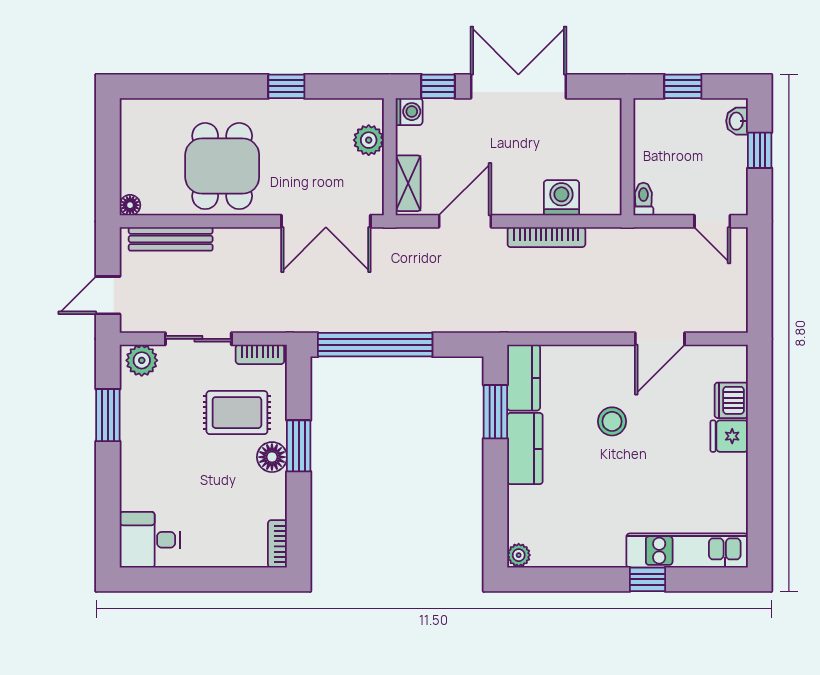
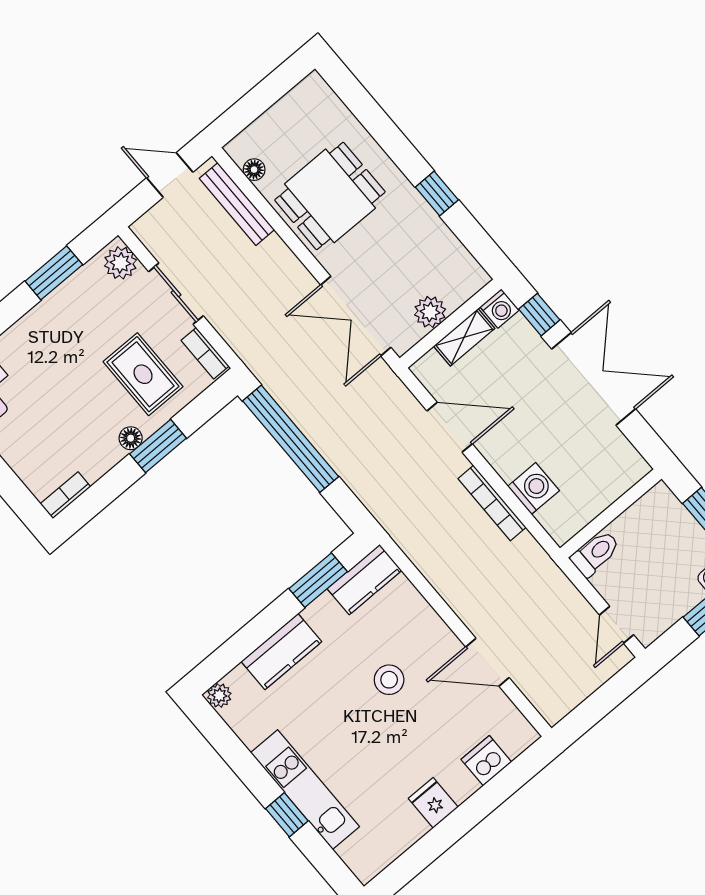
plant: (369, 140) -> (430, 312), moved
shelving: (408, 183) -> (464, 337), moved
toilet: (643, 199) -> (595, 553), width x1.37, depth x1.39
floor lamp: (130, 205) -> (254, 170), moved
door: (108, 295) -> (170, 175), moved
fridge: (729, 436) -> (433, 803), moved
kitchen counter: (525, 449) -> (281, 652), moved
floor lamp: (272, 457) -> (131, 438), width x0.73, depth x0.73
kitchen unit: (687, 551) -> (305, 790), moved

